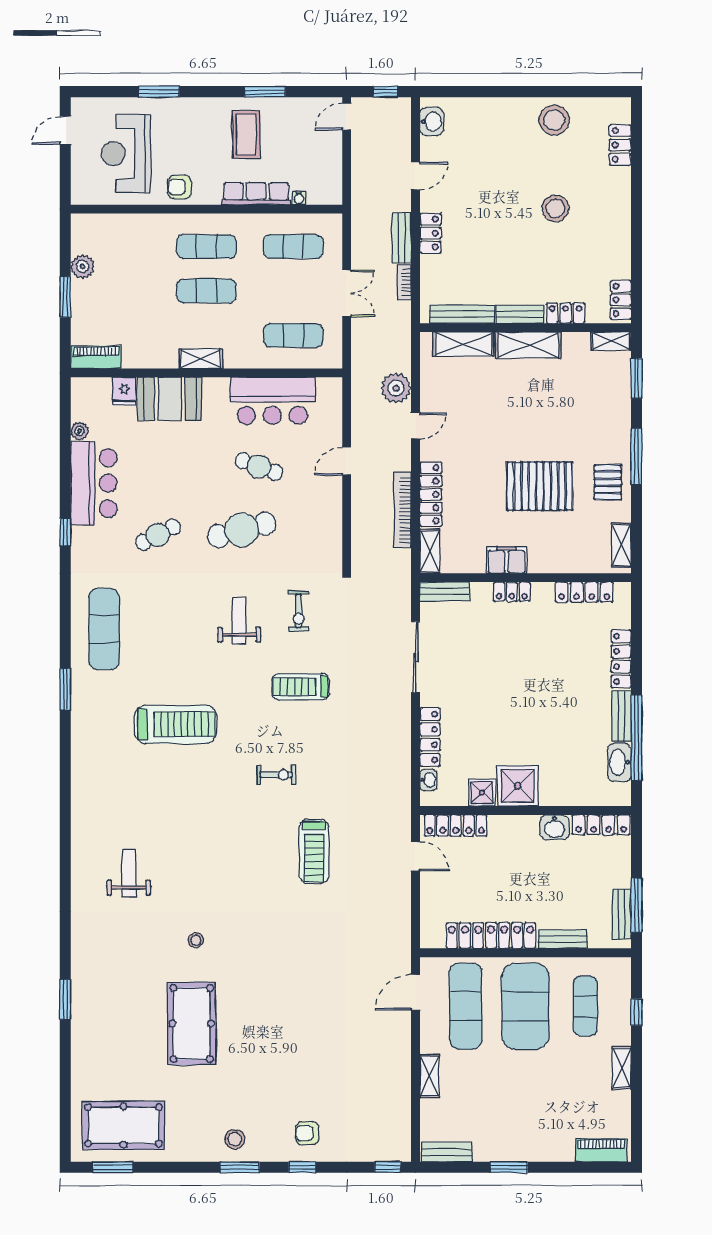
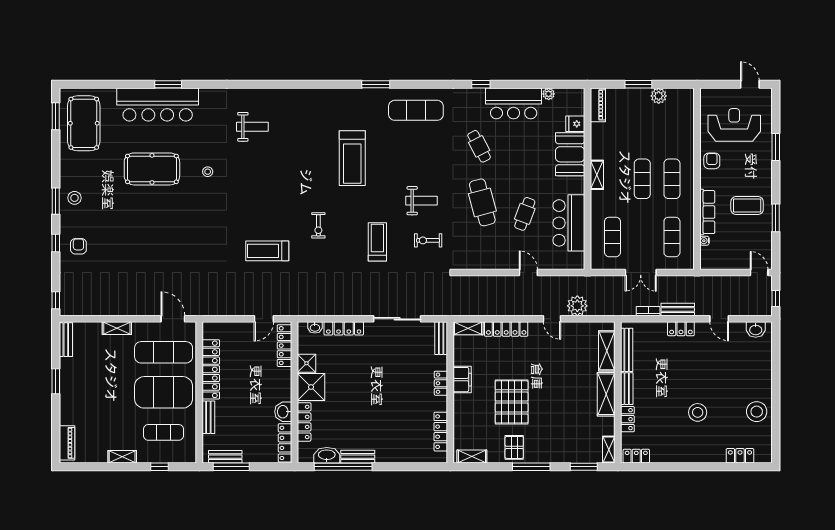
pallet: (608, 482) -> (514, 447), turned 90
bookcase: (403, 510) -> (496, 310), removed
locker: (621, 659) -> (304, 422), moved, turned 90
bar counter: (96, 1015) -> (158, 105), added

